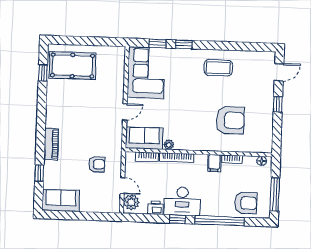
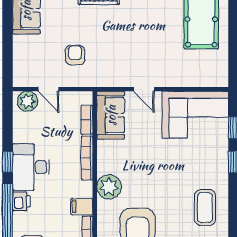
plant: (169, 145) -> (109, 187), moved, width x1.88, depth x1.88
armchair: (97, 164) -> (75, 55), turned 180
door: (122, 186) -> (48, 89), hinge flipped
printer: (155, 208) -> (21, 201), moved

